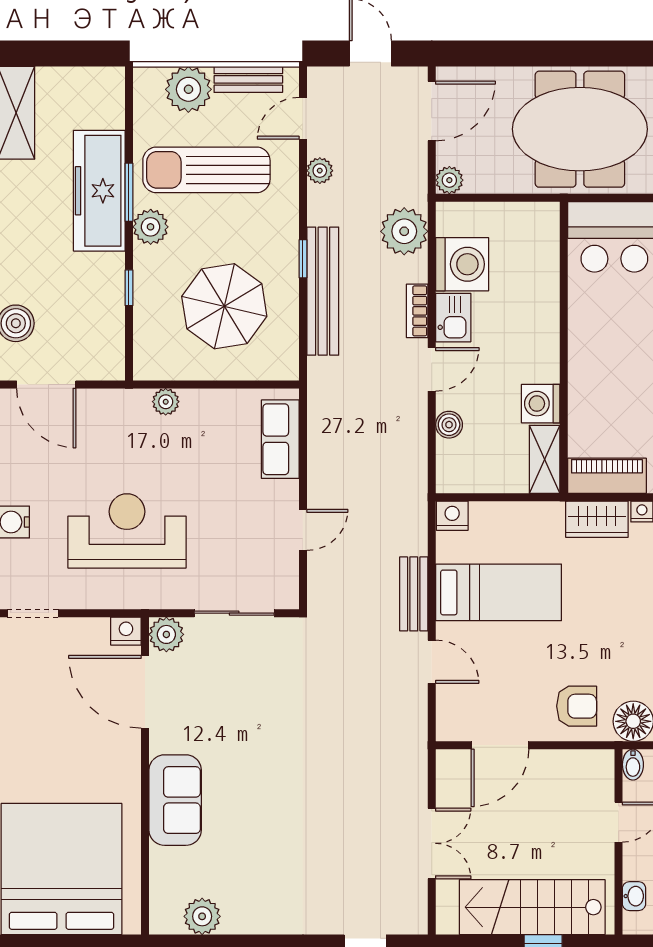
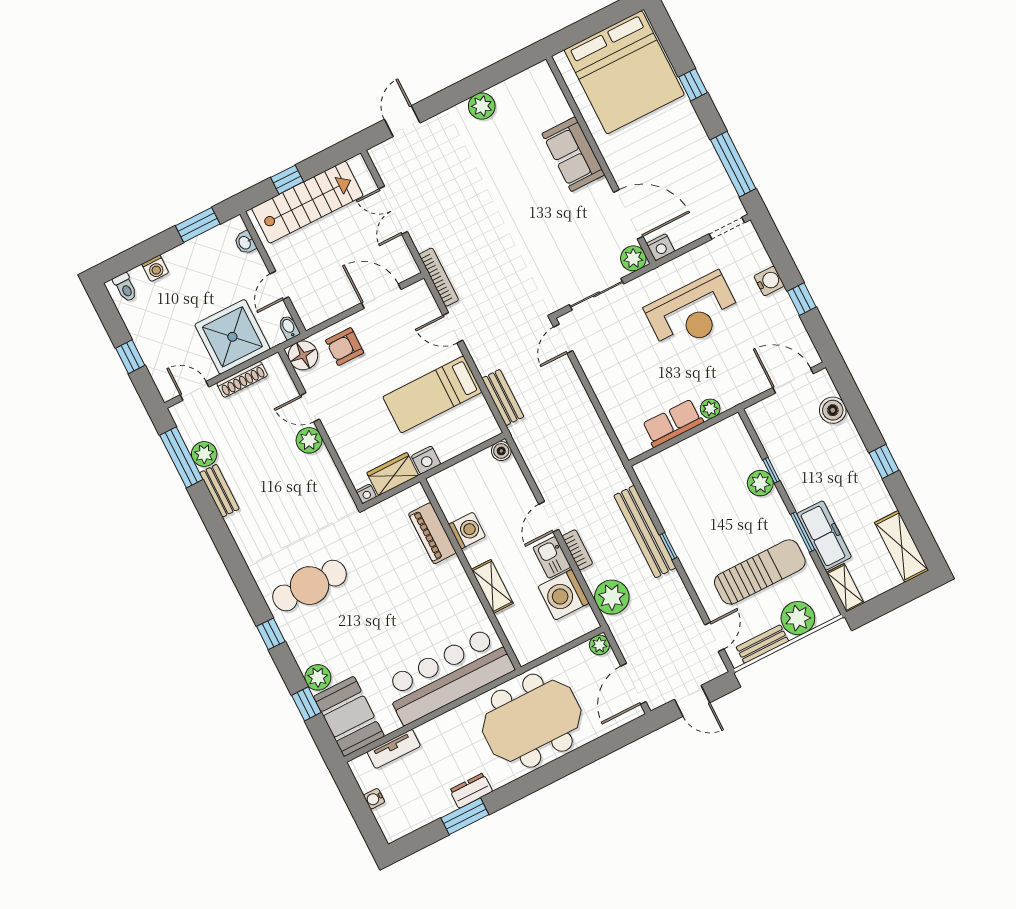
shelving: (111, 97) -> (845, 588), added
plant: (320, 171) -> (686, 609), removed
freezer: (99, 191) -> (824, 535), width x0.73, depth x0.79
plant: (151, 227) -> (760, 483), moved
parasol: (224, 306) -> (704, 490), removed
boiler: (449, 425) -> (501, 451), moved
row of seats: (280, 439) -> (673, 423), moved, turned -90
shelving: (545, 459) -> (492, 586), moved
piano: (607, 476) -> (432, 533), moved, turned 90
nightstand: (452, 516) -> (426, 460), moved
door: (303, 530) -> (563, 339), moved
bench: (414, 594) -> (503, 398), moved
bookcase: (417, 733) -> (439, 277), added
door: (500, 745) -> (381, 296), hinge flipped
plant: (202, 916) -> (482, 106), moved

